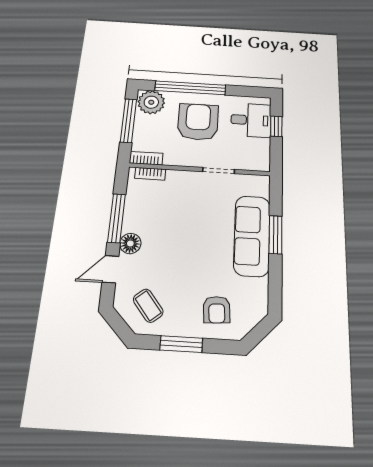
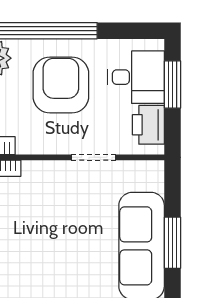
window: (276, 126) -> (172, 84), width x1.50
printer: (259, 151) -> (148, 125), added

